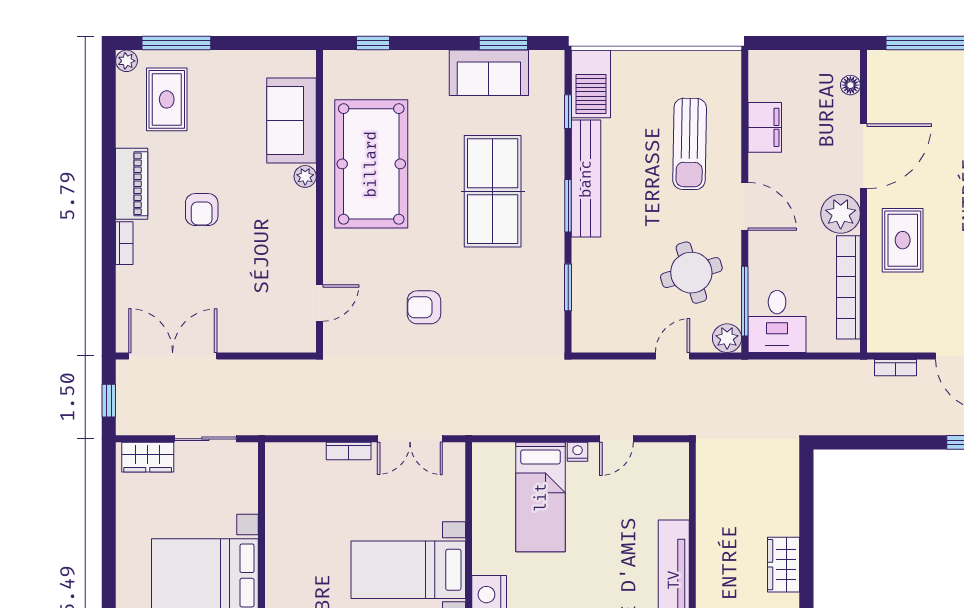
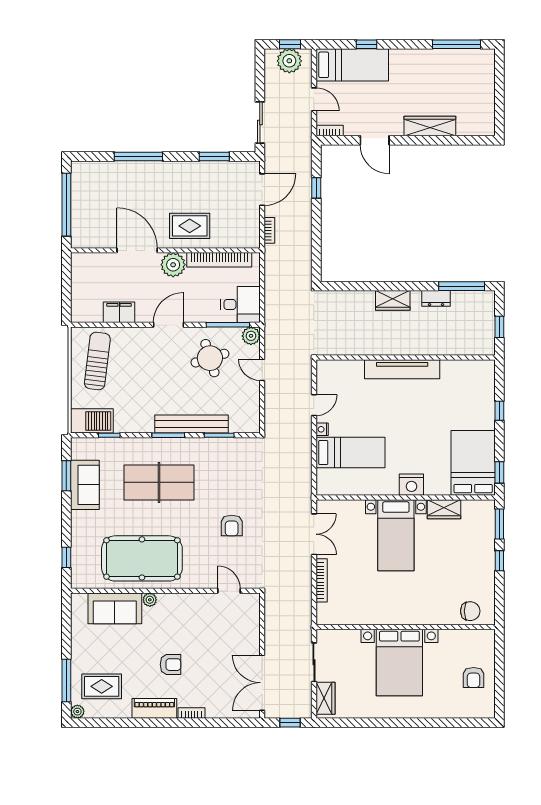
floor lamp: (850, 85) -> (93, 259), removed
sun lounger: (690, 144) -> (97, 361), moved, turned -84
bench: (586, 179) -> (191, 424), moved
door: (616, 439) -> (314, 405), hinge flipped
bookcase: (349, 451) -> (322, 580), width x1.56

